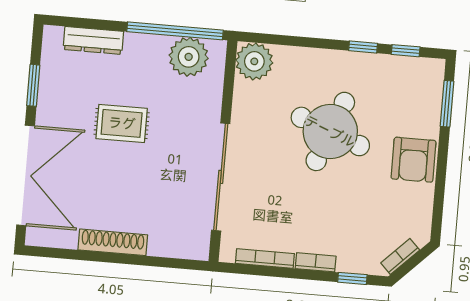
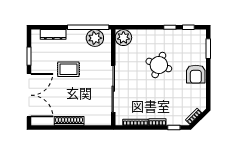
round table: (330, 131) -> (159, 65), width x0.73, depth x0.73

